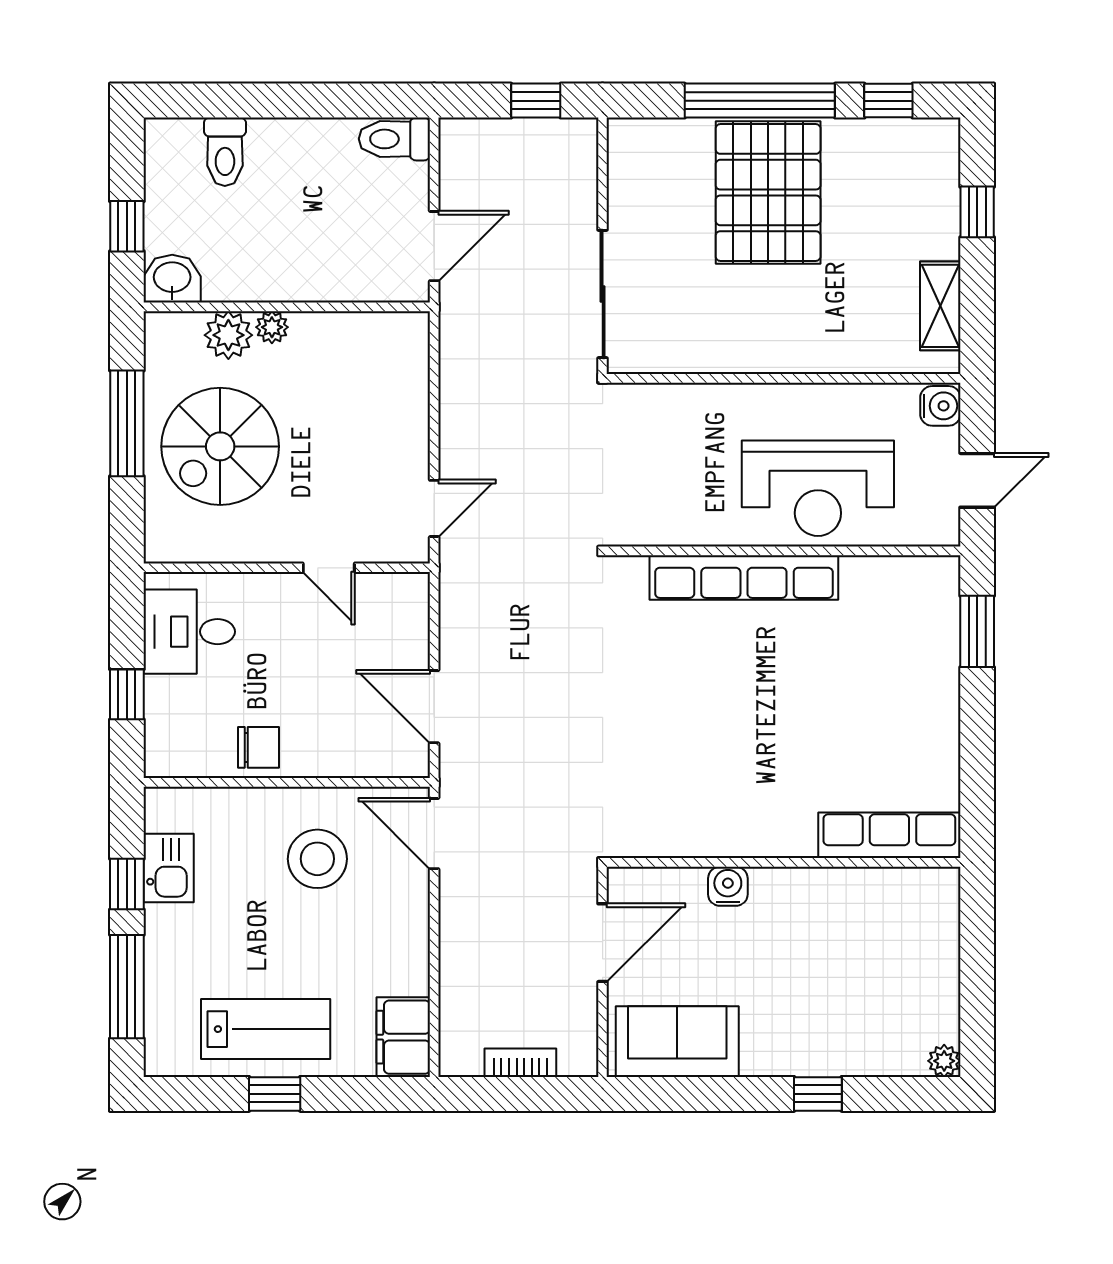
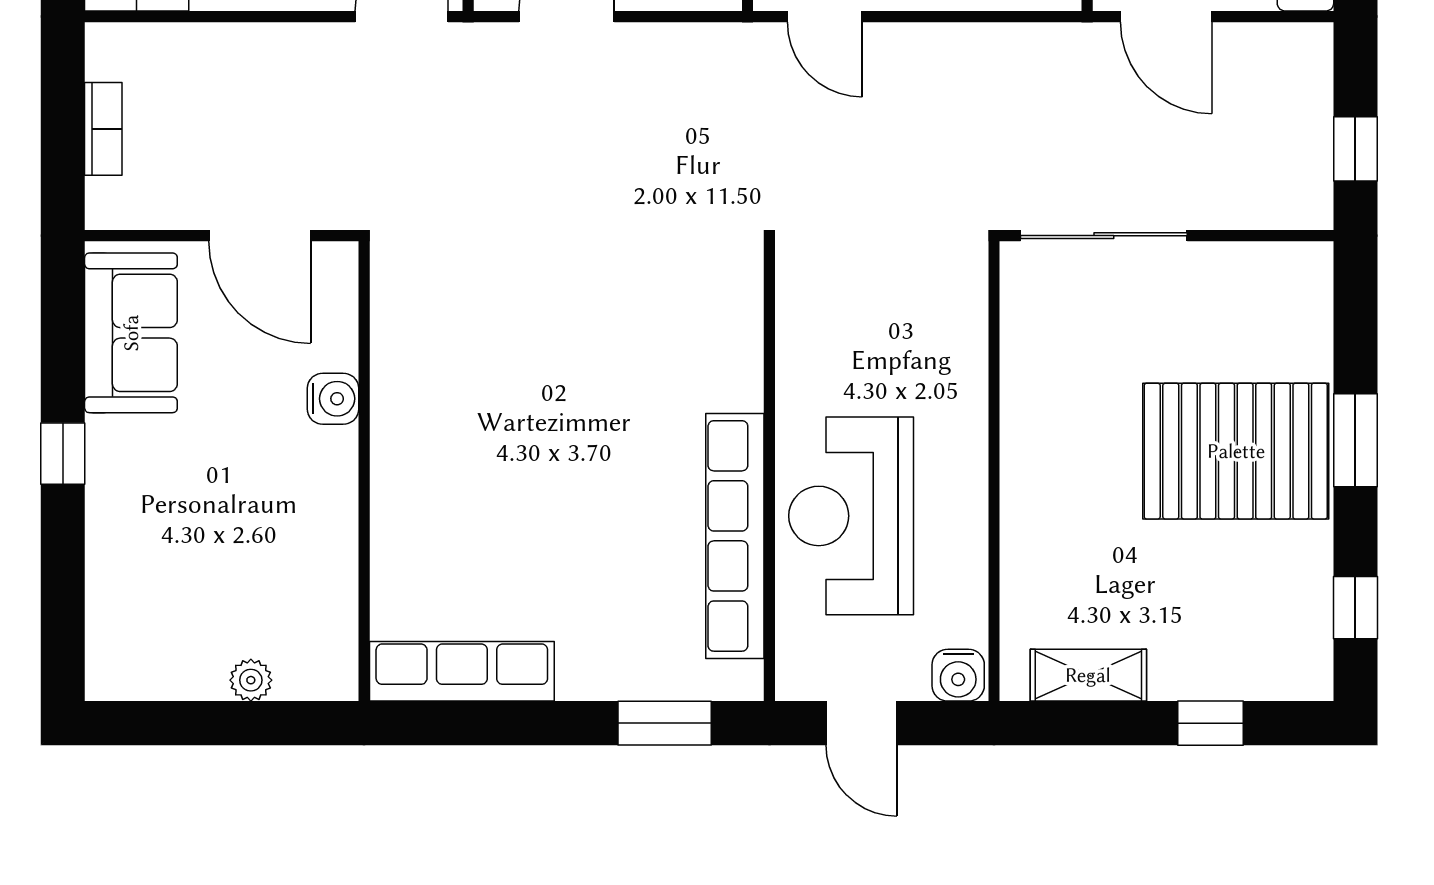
window: (760, 101) -> (1355, 440), width x0.47
row of seats: (744, 577) -> (735, 536), moved
row of seats: (889, 835) -> (462, 671), moved, turned -90
plant: (944, 1061) -> (251, 680), moved
window: (818, 1094) -> (63, 454), moved

